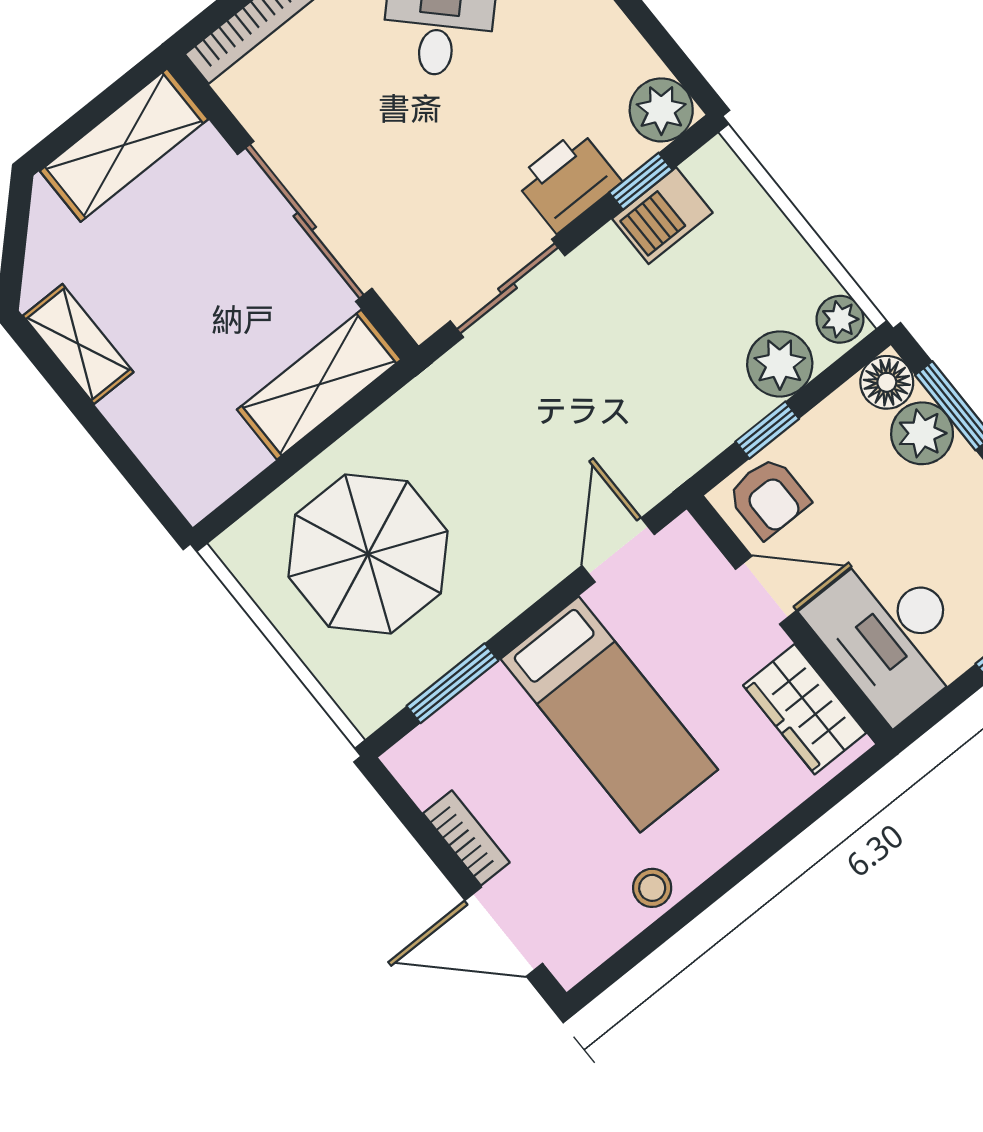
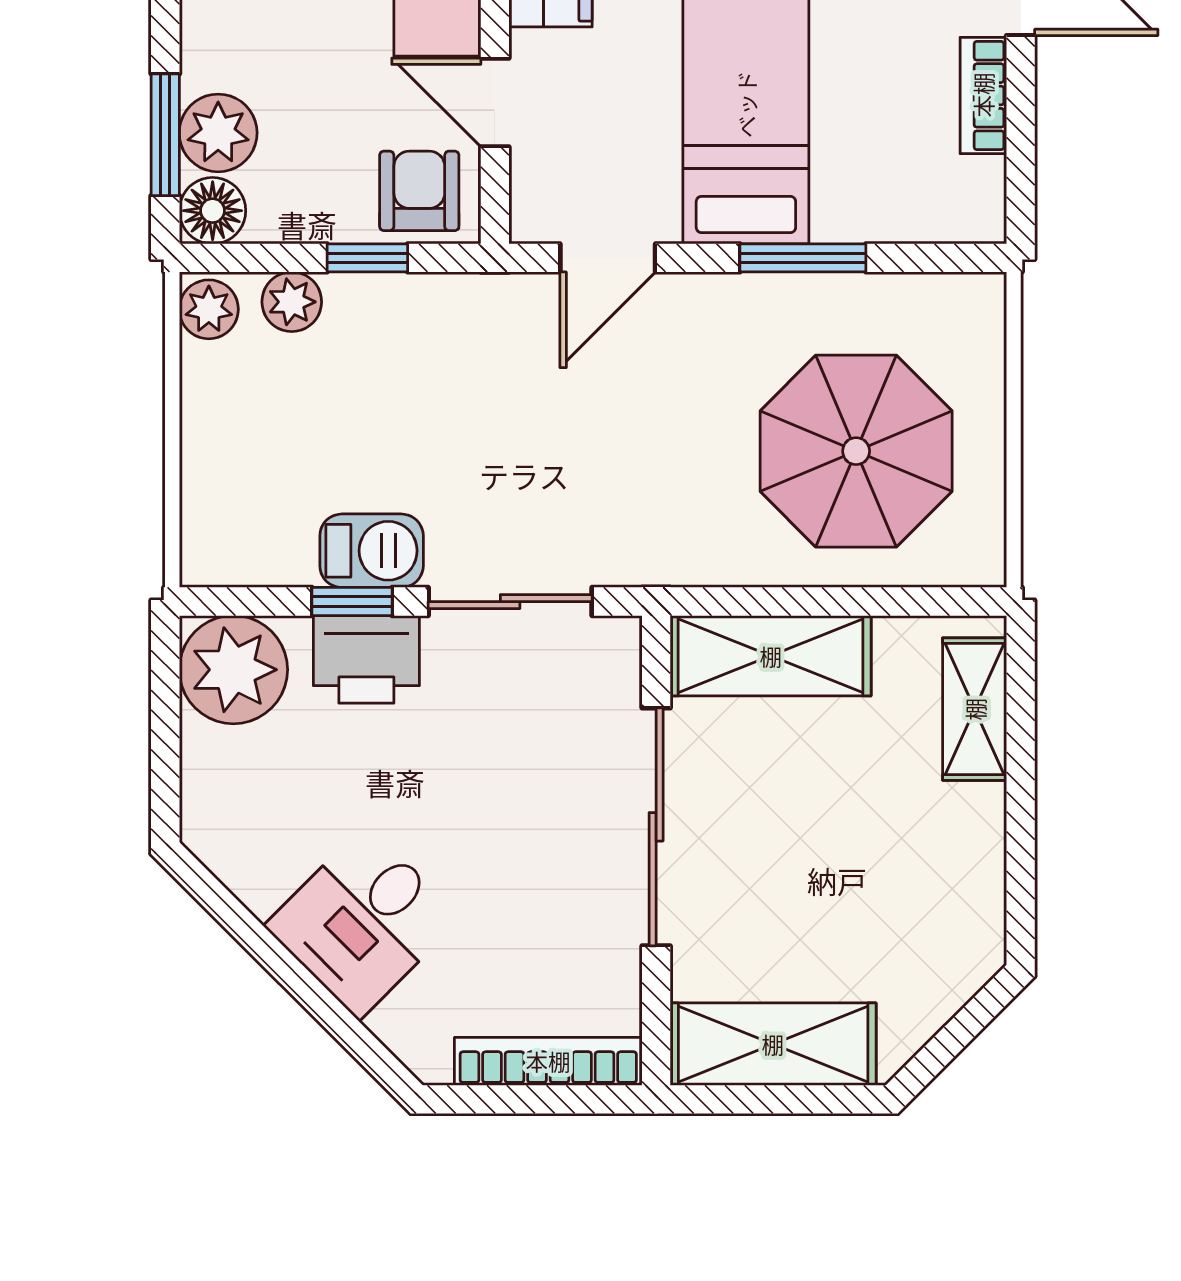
plant: (661, 110) -> (233, 670), width x1.36, depth x1.36
window: (641, 181) -> (352, 602), moved
barbecue: (662, 216) -> (372, 551), moved
shelving: (78, 344) -> (975, 709), moved
plant: (780, 364) -> (292, 302), width x0.73, depth x0.73
window: (453, 683) -> (803, 258), moved

